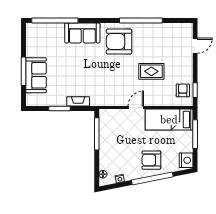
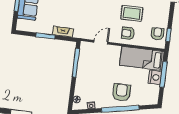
armchair: (150, 94) -> (128, 33), added
door: (136, 108) -> (101, 42), moved
armchair: (151, 160) -> (122, 92), turned 90
nightstand: (186, 160) -> (155, 77), moved

